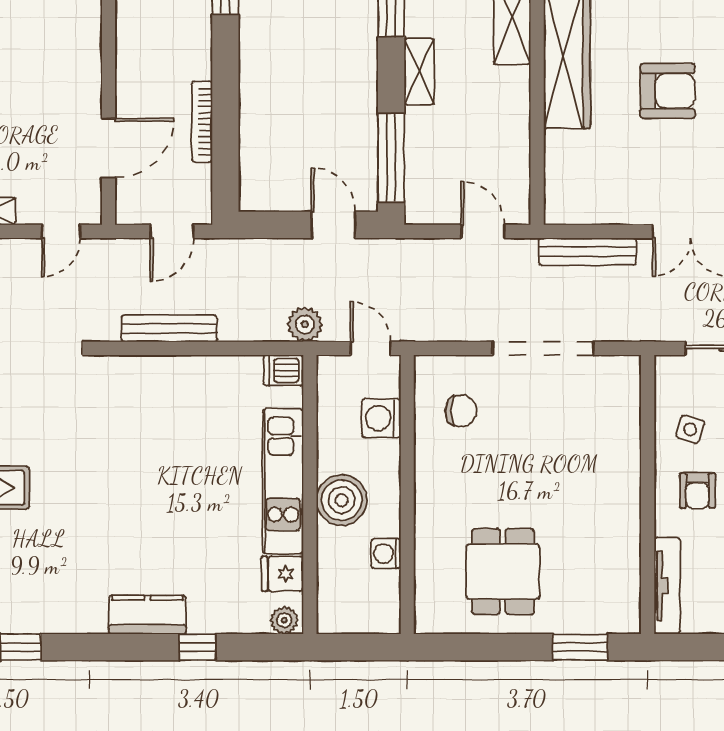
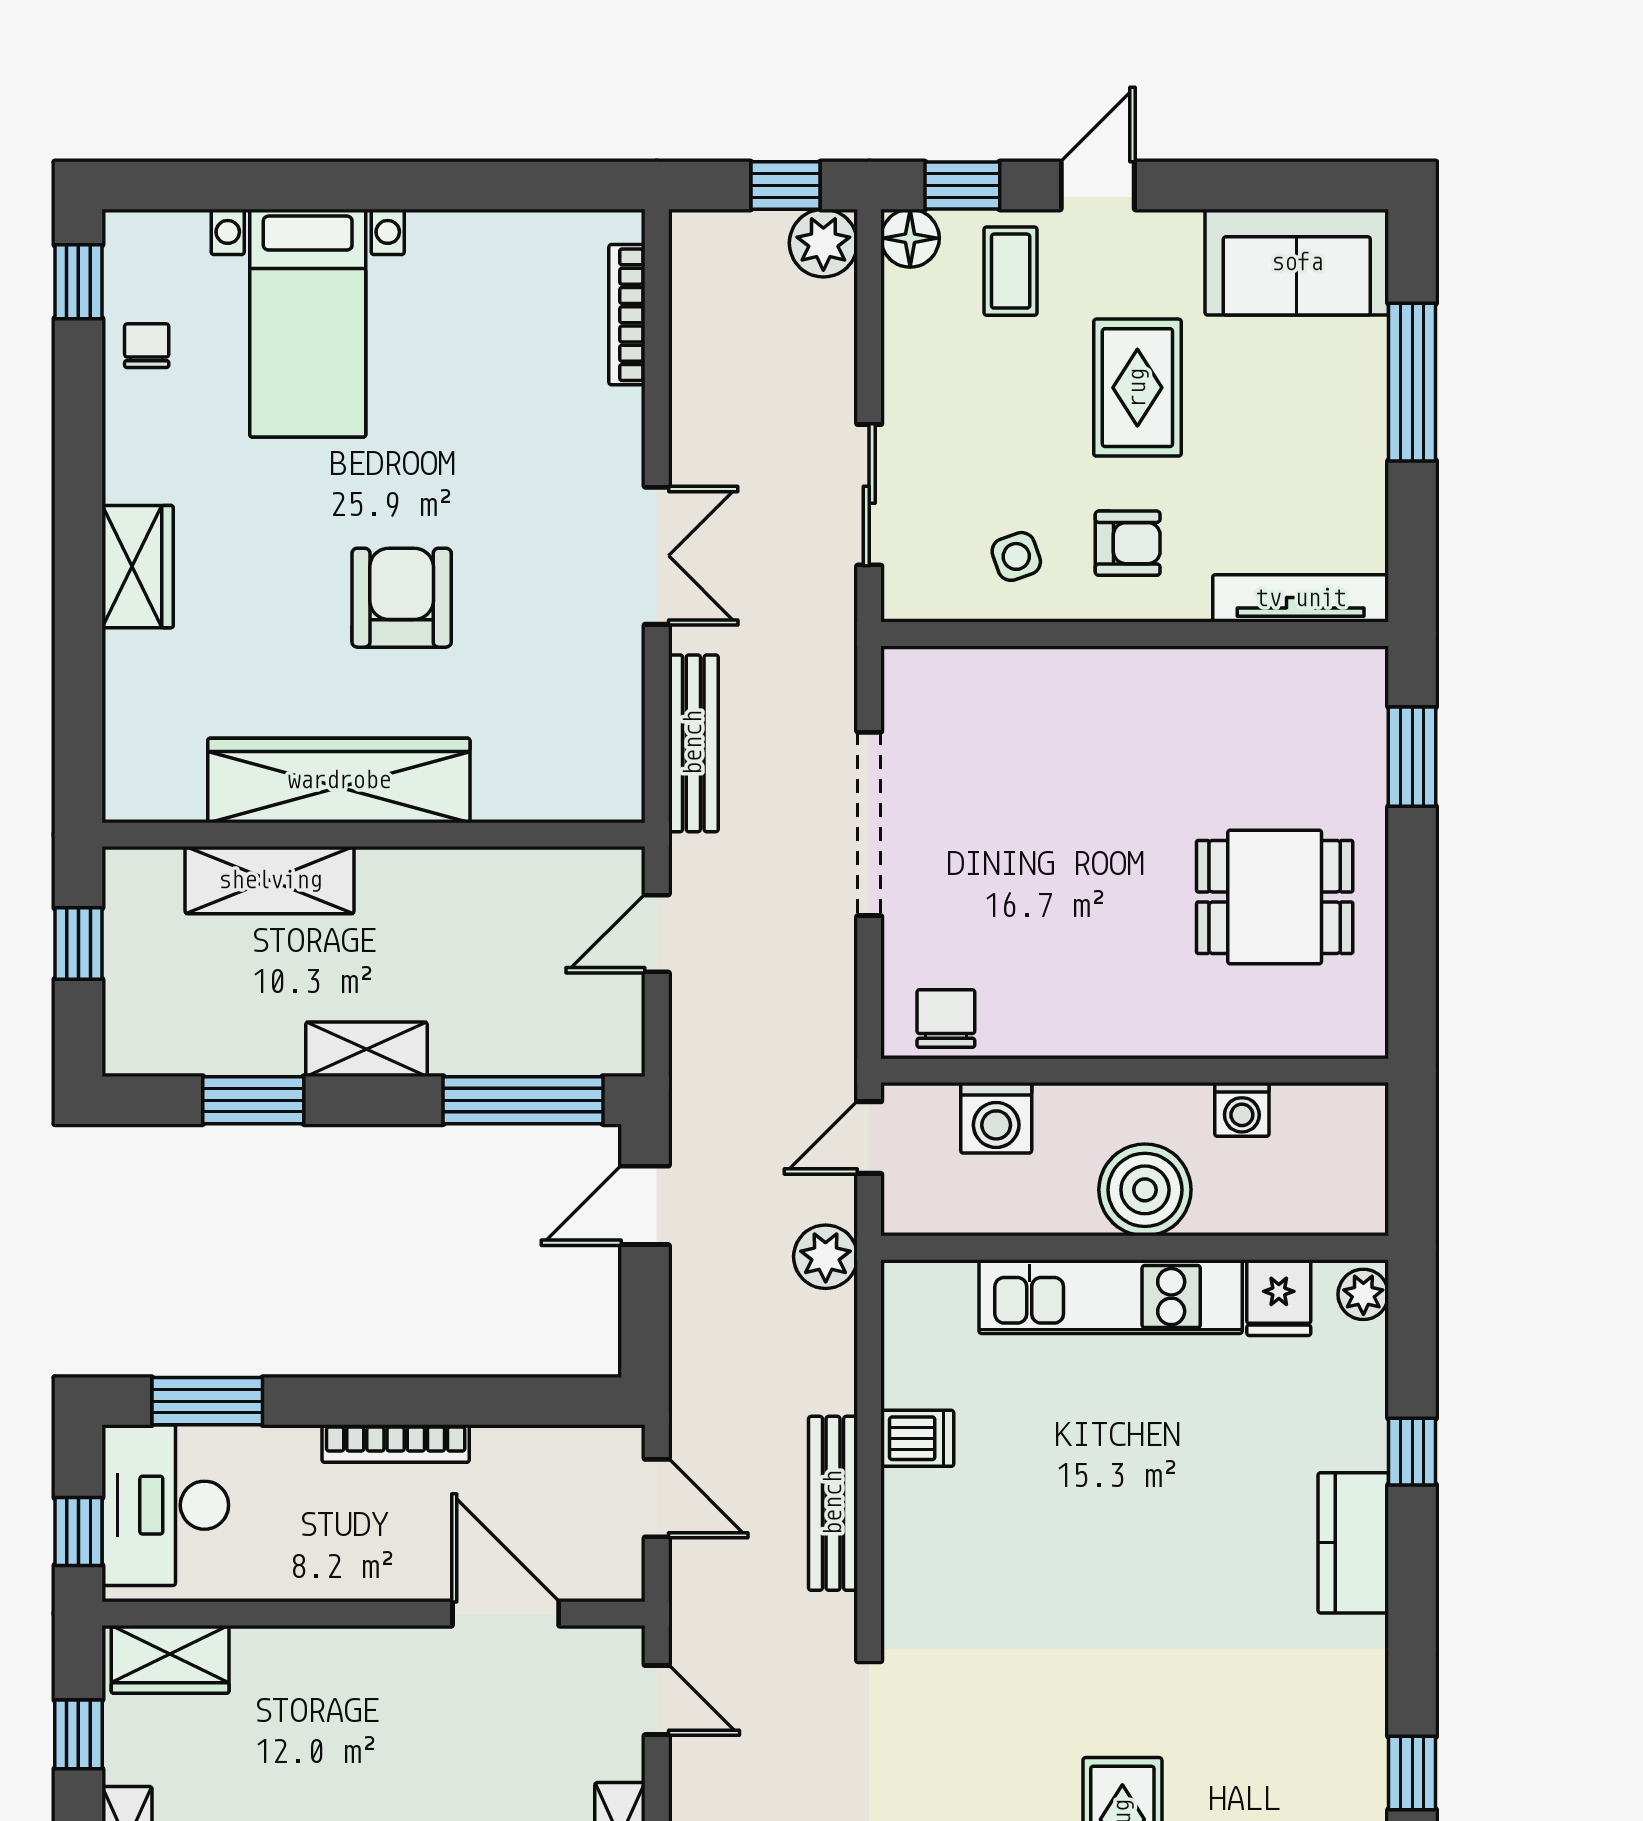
bookcase: (202, 122) -> (396, 1444), moved
dishwasher: (283, 370) -> (917, 1438), moved, turned -90
chair: (461, 411) -> (946, 1019), moved
side table: (690, 429) -> (1016, 556), turned -36

